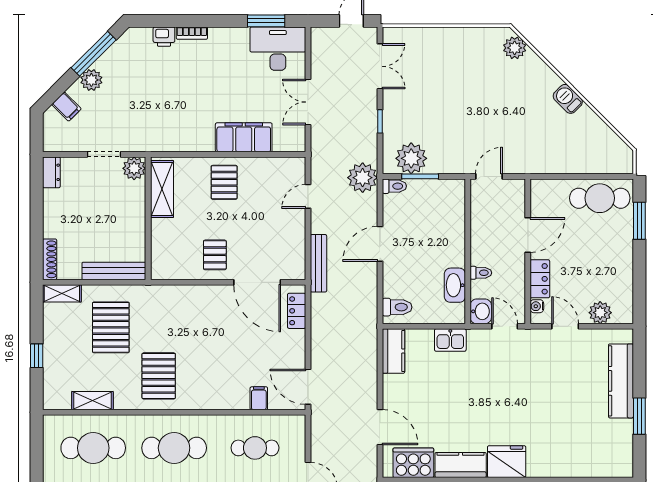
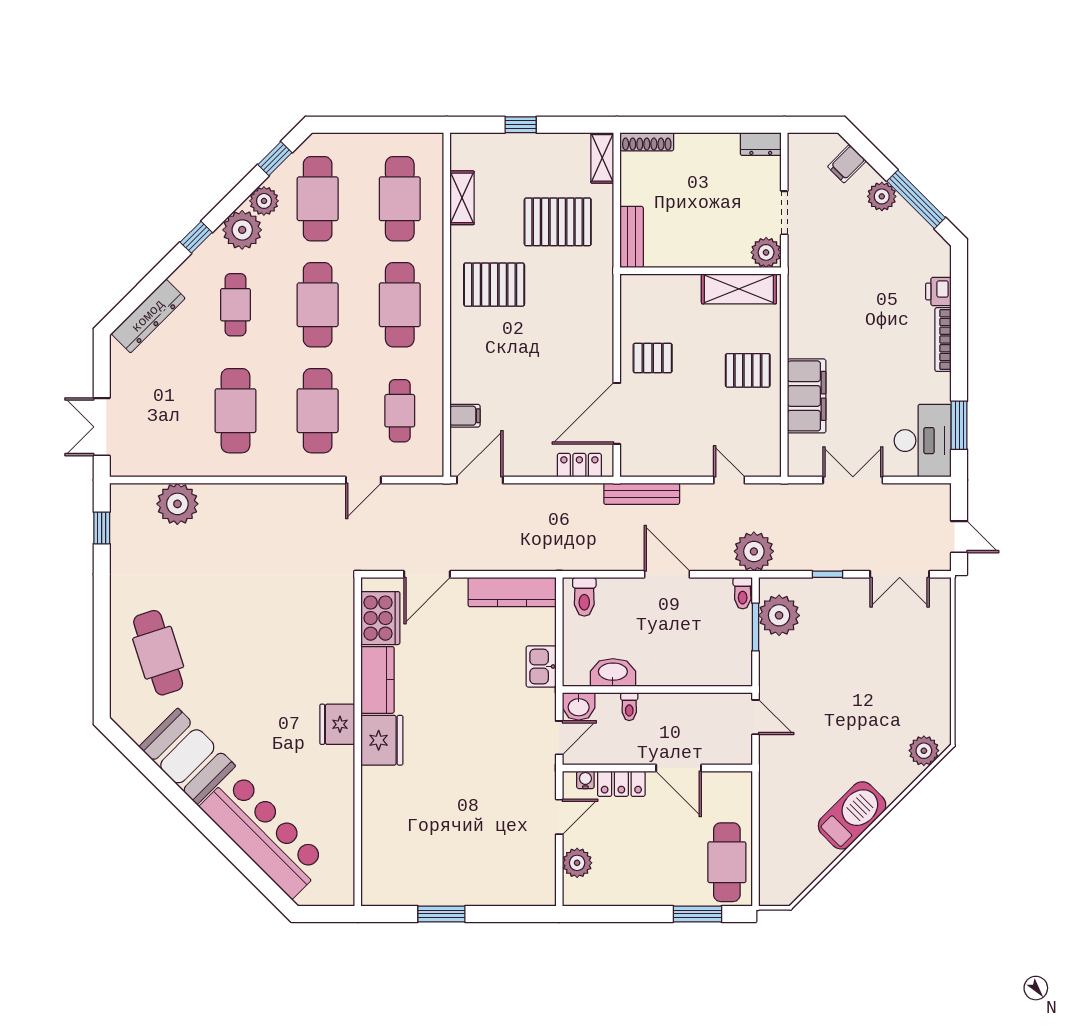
bookcase: (192, 33) -> (943, 340), width x1.56
barbecue: (568, 99) -> (852, 815), width x1.88, depth x1.53
bench: (114, 271) -> (632, 237), width x0.73
kitchen counter: (393, 351) -> (512, 592), width x1.50
kitchen counter: (621, 381) -> (488, 890), removed

